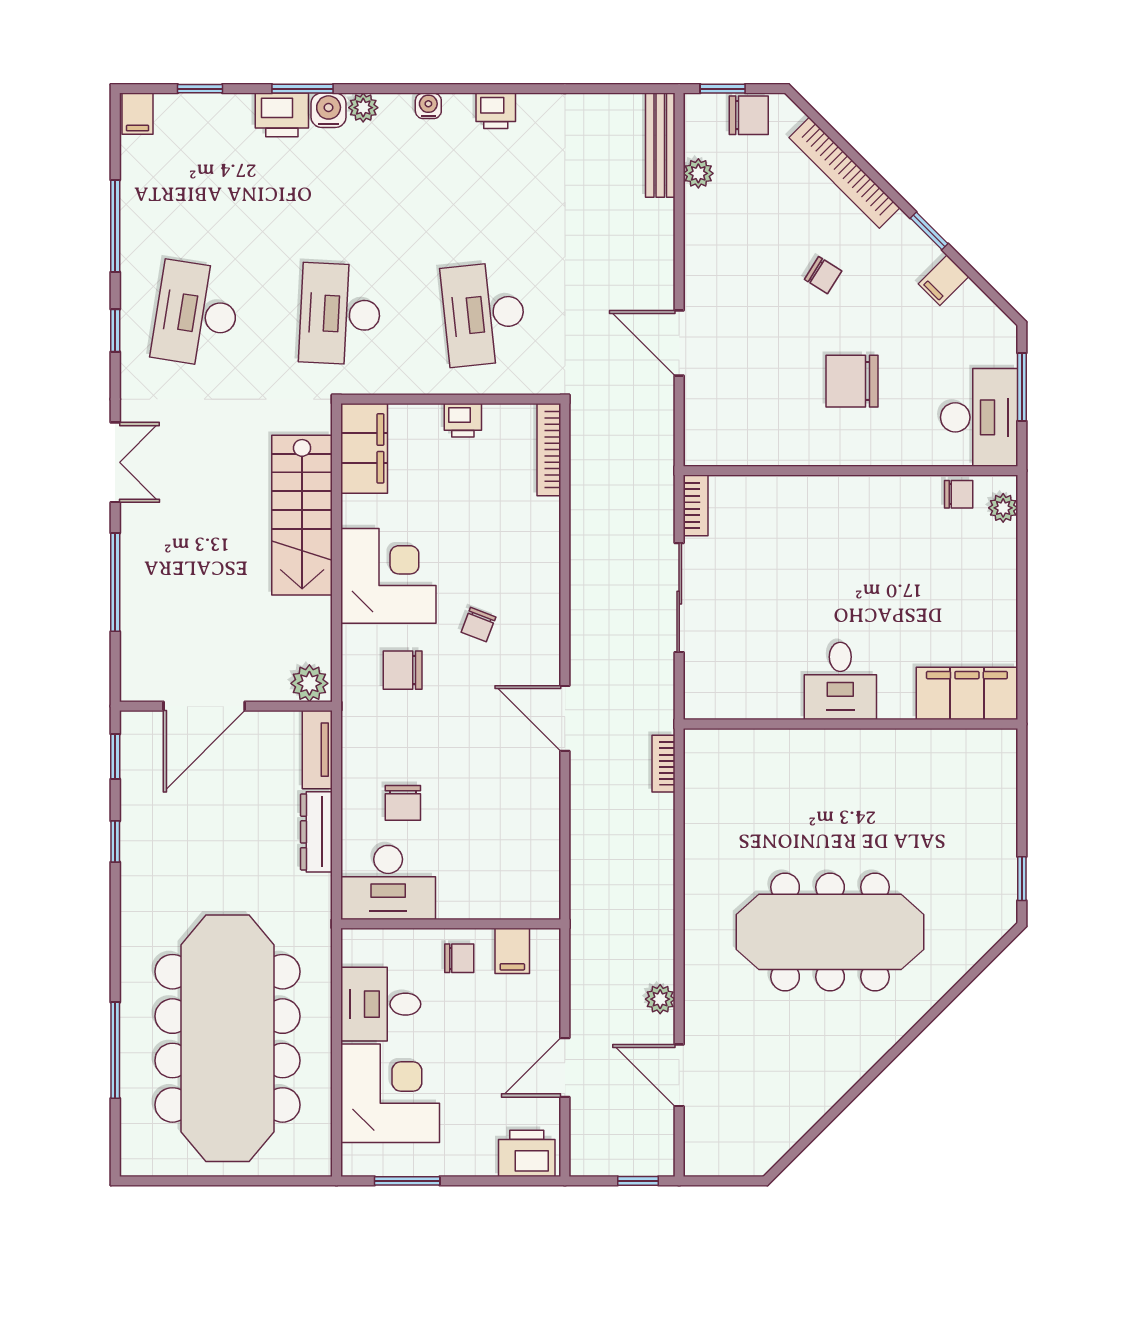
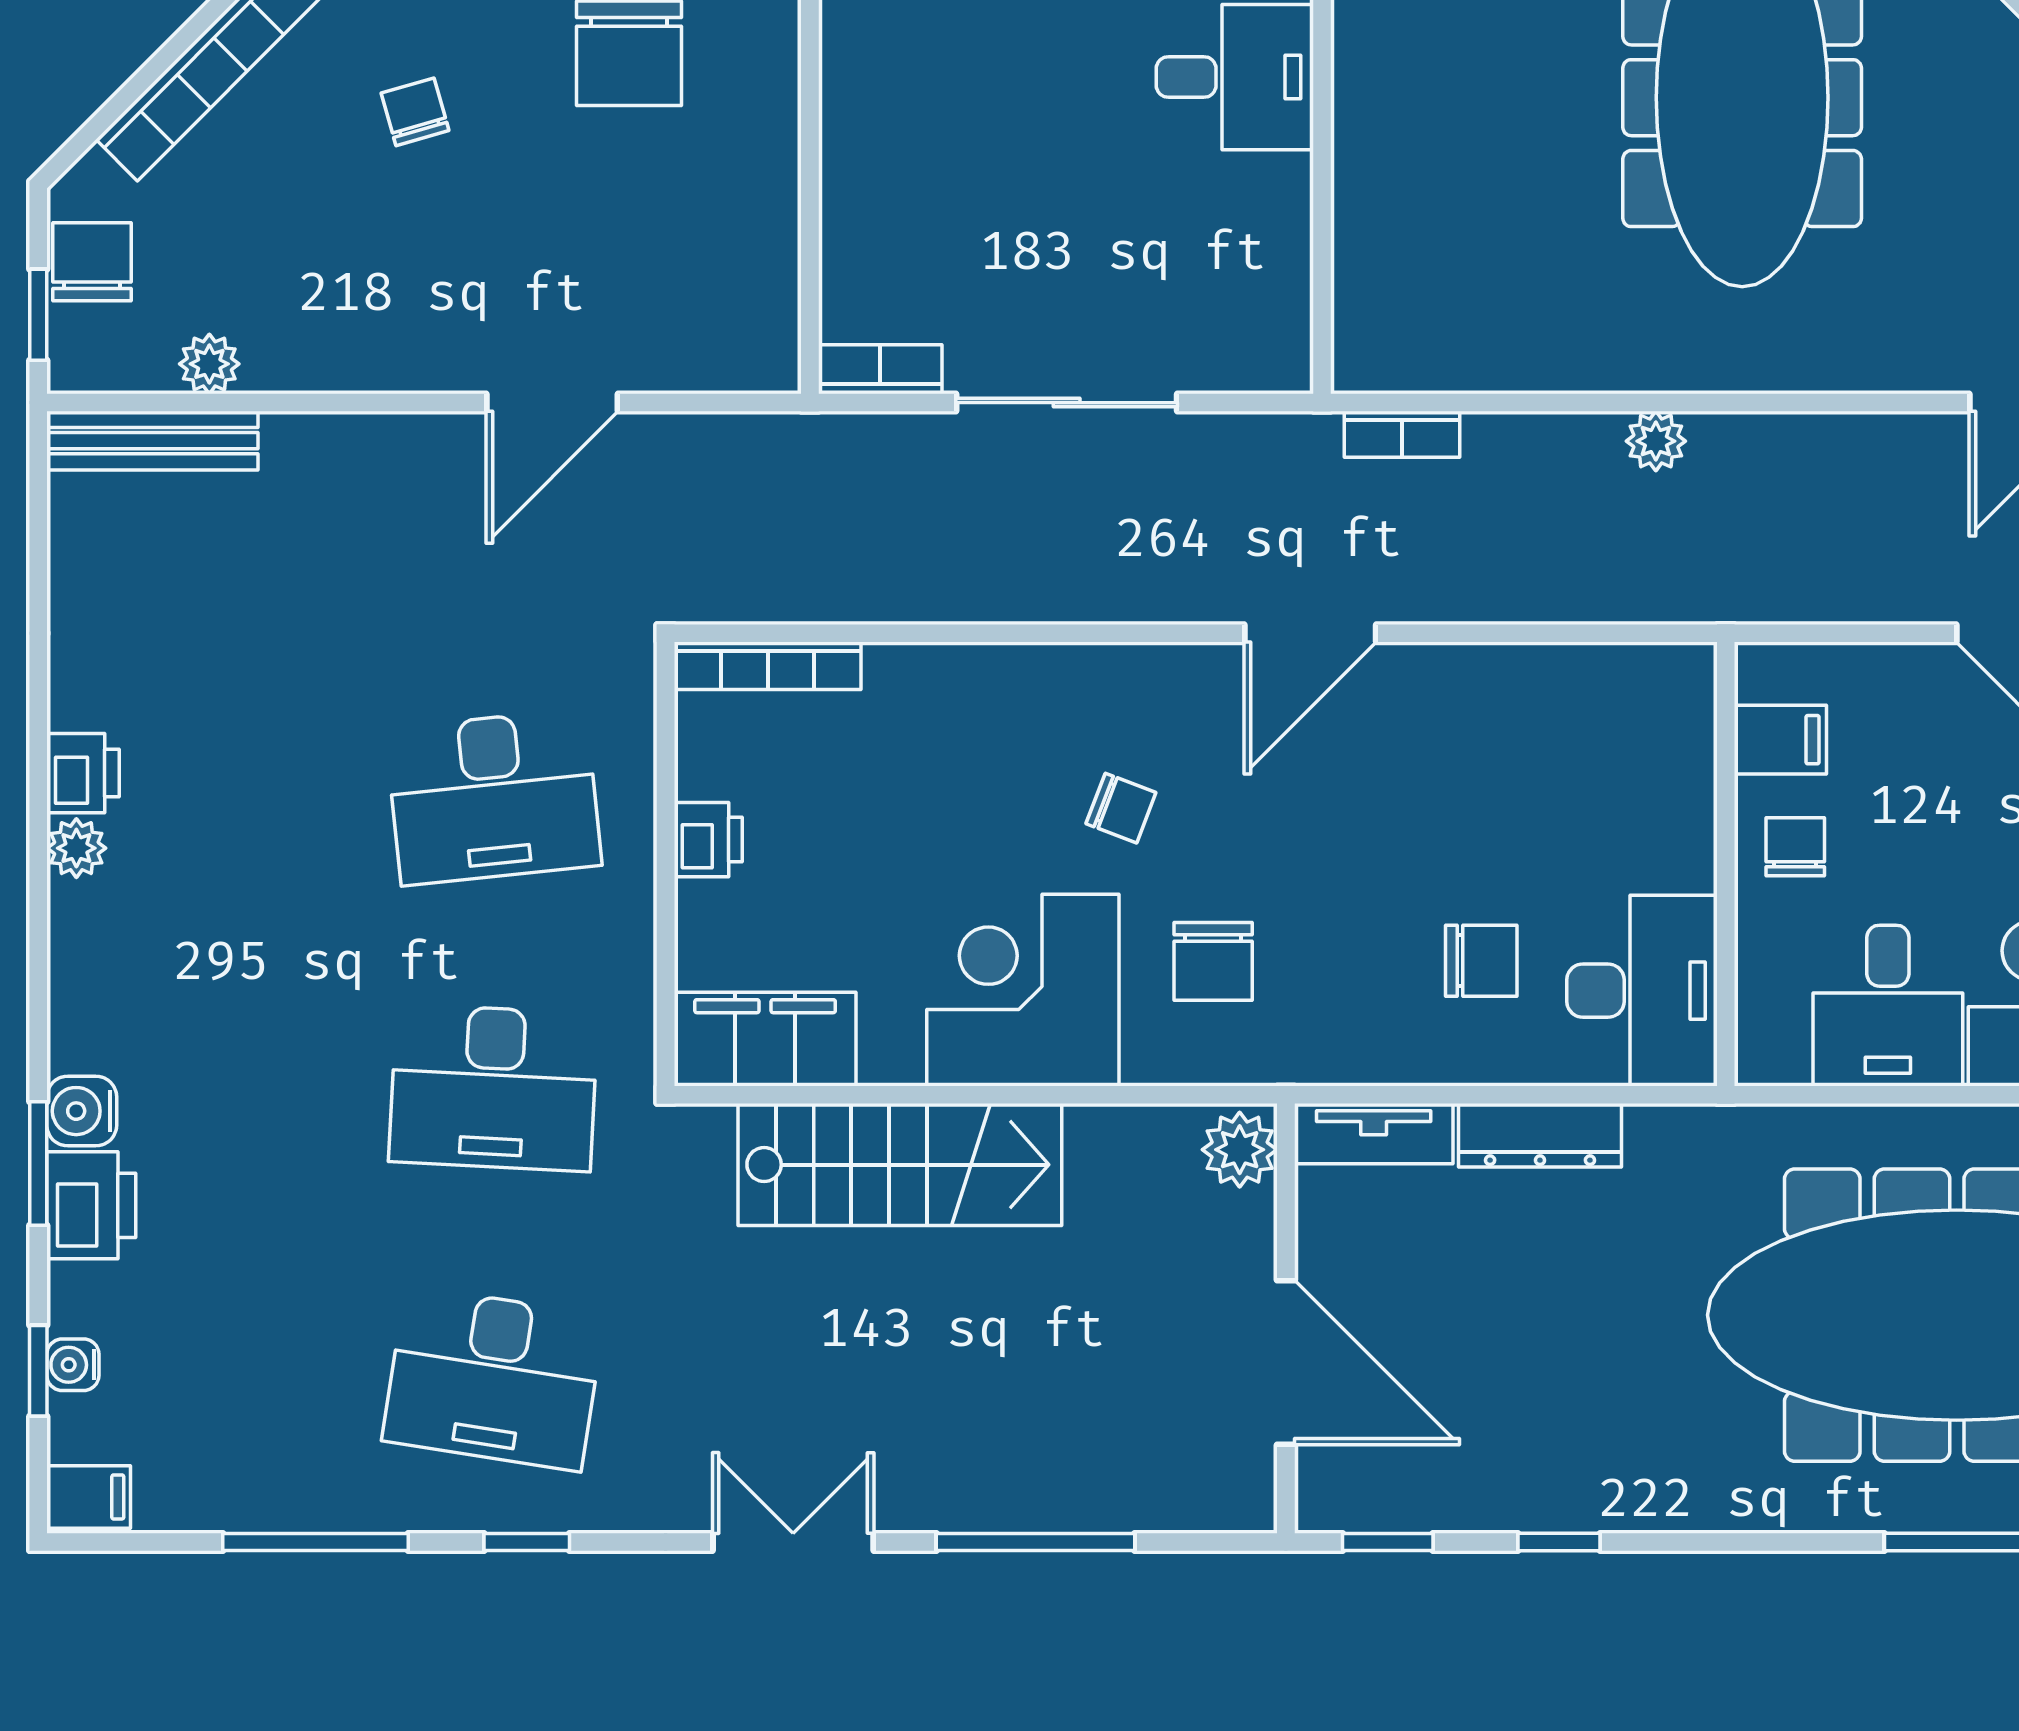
water cooler: (428, 106) -> (73, 1365), moved
plant: (363, 108) -> (76, 848), moved
chair: (823, 275) -> (415, 112), turned -48
plant: (660, 999) -> (1656, 441), moved

